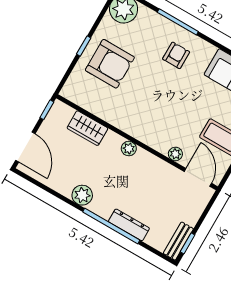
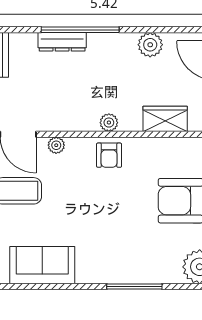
armchair: (176, 55) -> (109, 155), moved
plant: (82, 195) -> (150, 45), moved

